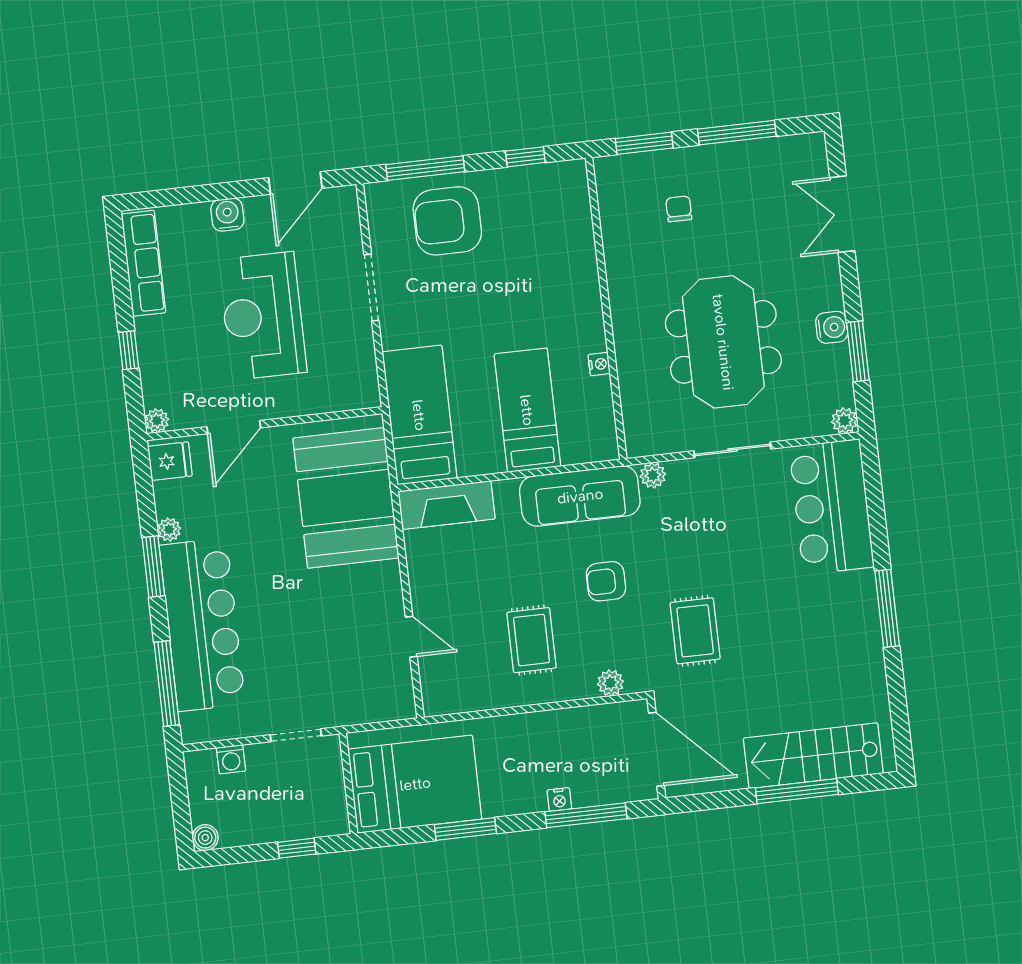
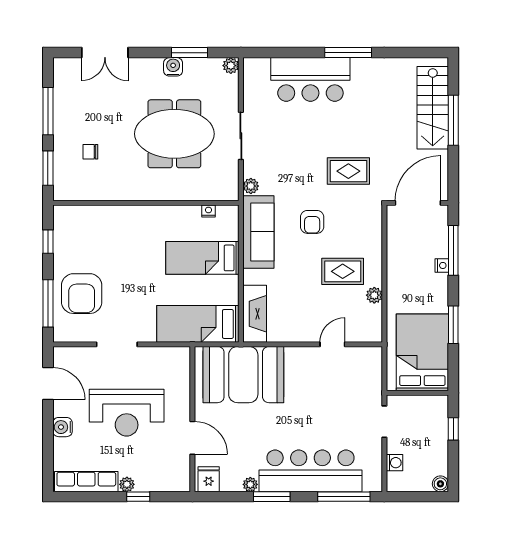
nightstand: (599, 364) -> (208, 211), moved
plant: (157, 421) -> (127, 484), moved
bar counter: (831, 507) -> (310, 79), moved
plant: (610, 683) -> (374, 295), moved

